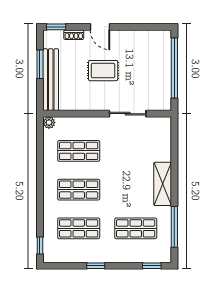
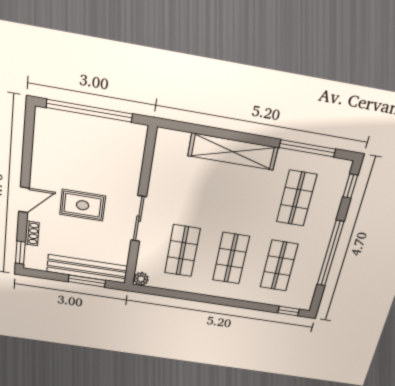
window: (40, 64) -> (87, 281), moved
rug: (103, 71) -> (83, 205), turned 90
sliding door: (128, 114) -> (139, 219), moved
shelving: (163, 184) -> (233, 152), width x1.47
window: (96, 266) -> (330, 254), width x3.17

